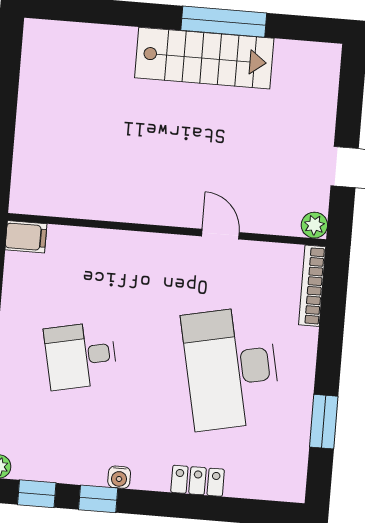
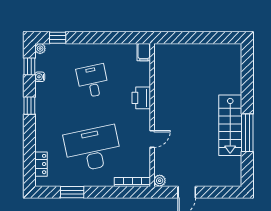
printer: (127, 251) -> (141, 98), added
water cooler: (119, 477) -> (40, 77), moved
locker: (198, 481) -> (41, 164), moved
window: (98, 499) -> (29, 106), moved

